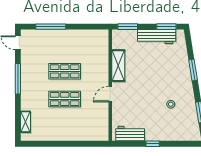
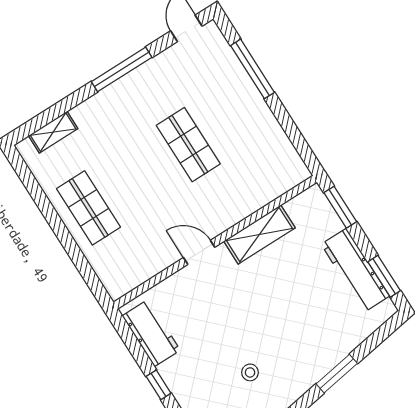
shop shelf: (65, 99) -> (89, 208), moved

